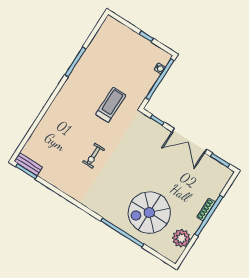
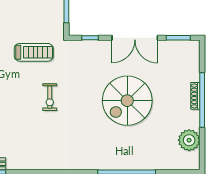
treadmill: (111, 105) -> (34, 52), turned 90
exercise bike: (94, 156) -> (50, 97), moved
spiral stairs: (149, 213) -> (127, 101), moved

